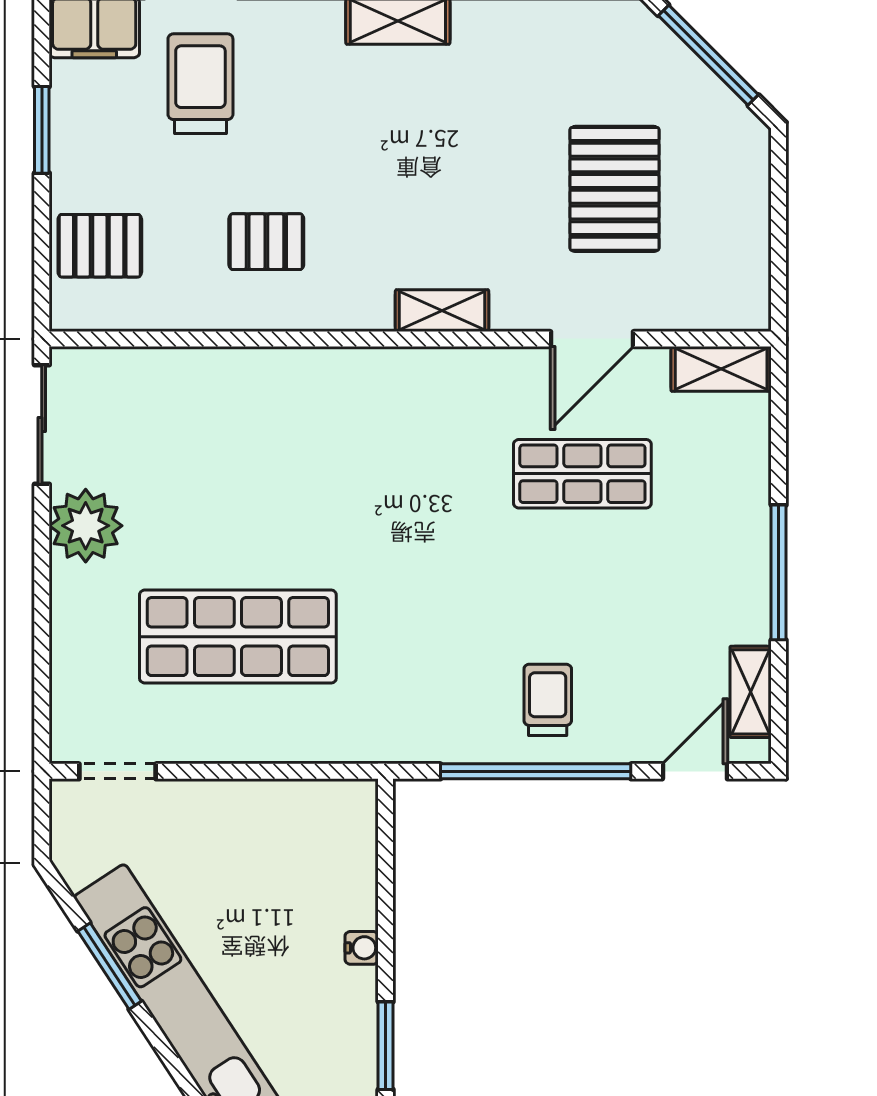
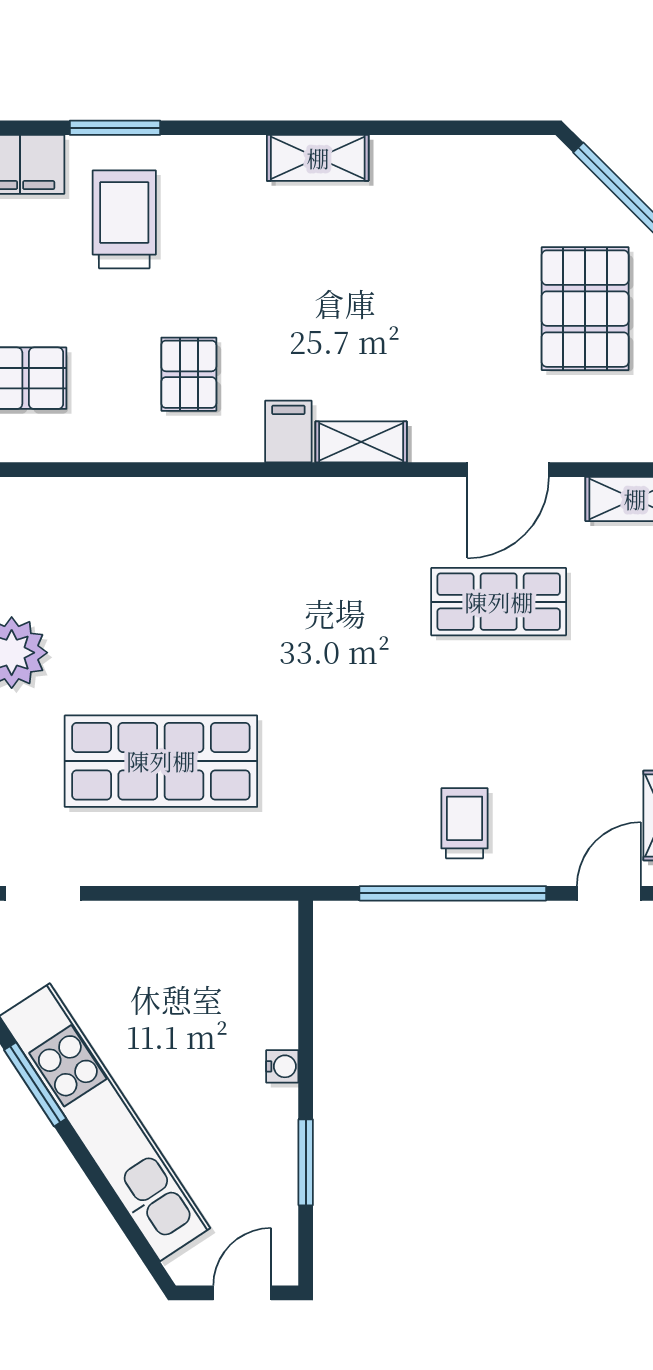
pallet: (614, 189) -> (585, 309), moved
pallet: (266, 242) -> (189, 374), turned 90
filing cabinet: (368, 300) -> (288, 431), added

